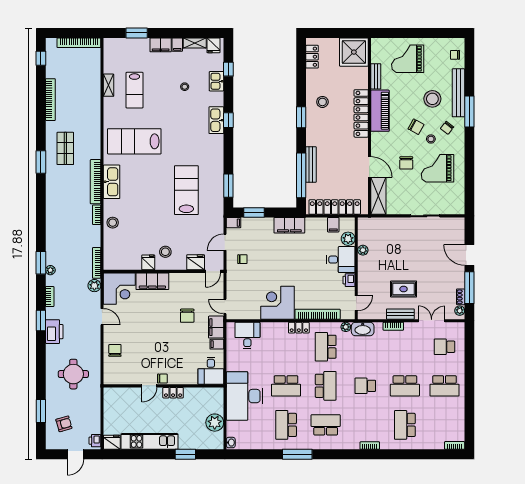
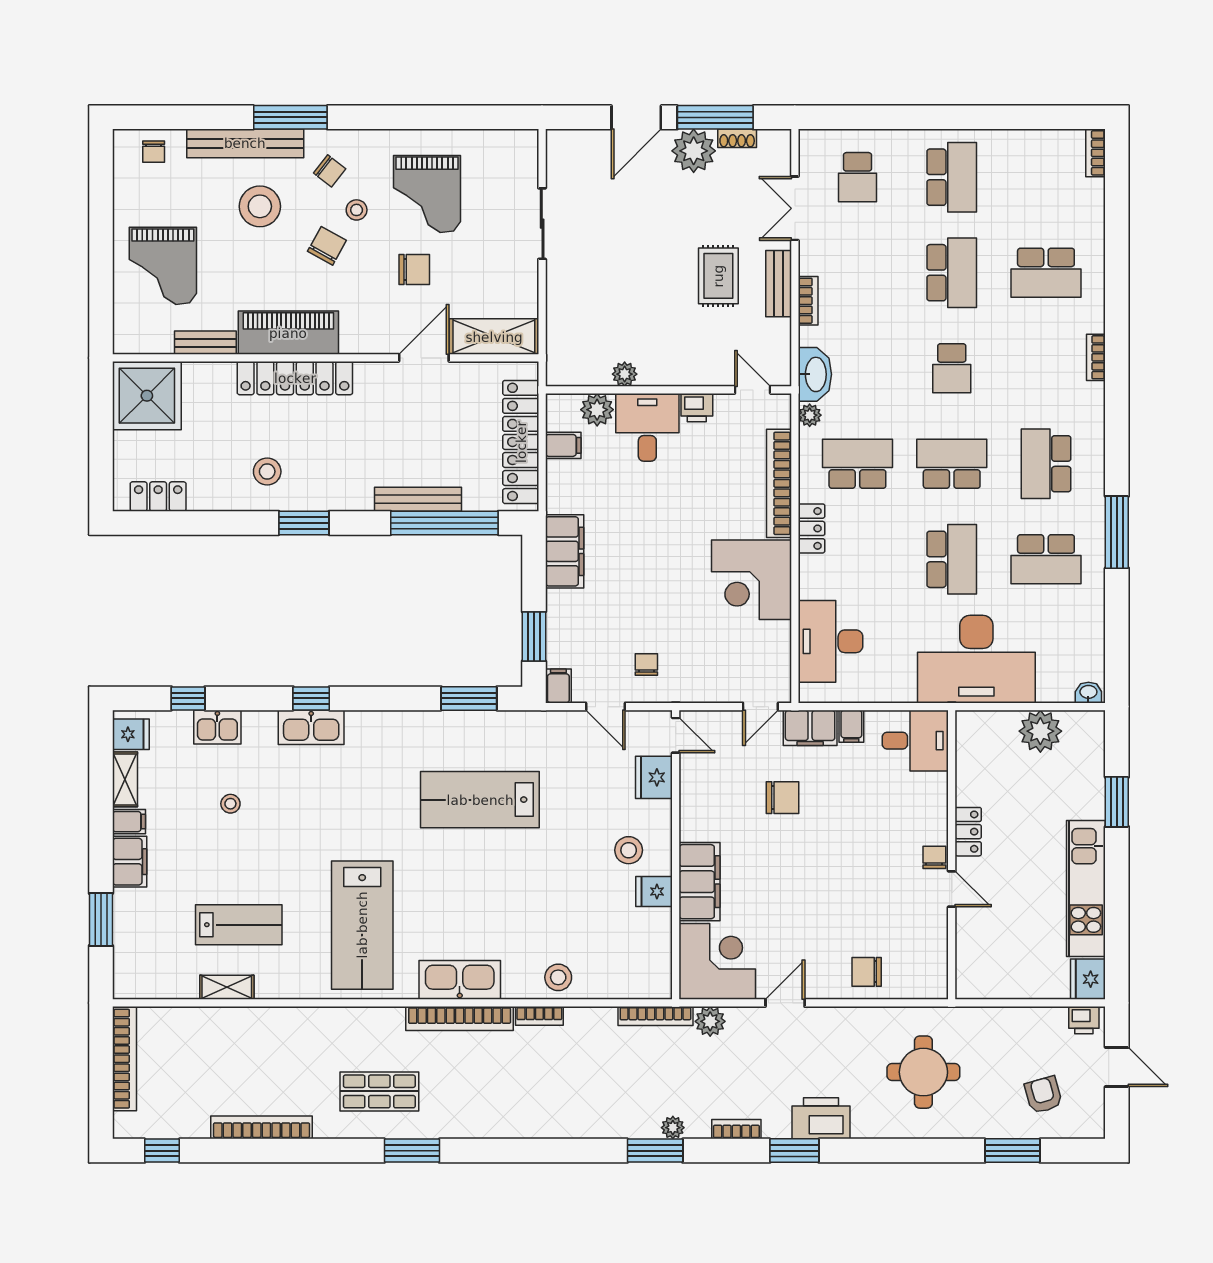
plant: (460, 311) -> (694, 151), moved, width x1.87, depth x1.87
desk: (247, 336) -> (830, 641), width x1.37
school desk: (326, 347) -> (857, 464), turned 180

